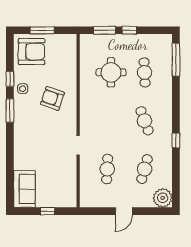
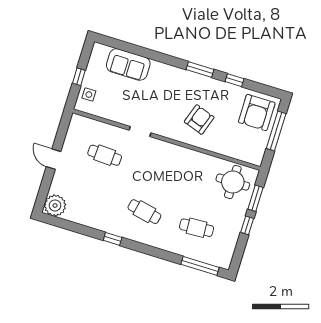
window: (42, 30) -> (276, 131), width x1.44
round table: (111, 72) -> (233, 182), moved
side table: (23, 89) -> (89, 95), moved
cafe table: (145, 121) -> (144, 212), turned 33
cafe table: (145, 169) -> (92, 196), removed
sofa: (24, 189) -> (128, 64), moved

